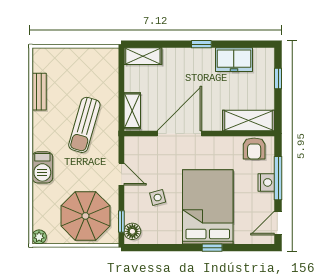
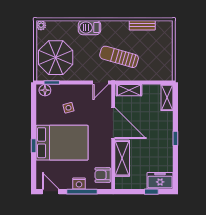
freezer: (234, 60) -> (160, 181), moved, turned 90
shelving: (249, 120) -> (122, 158), moved
door: (121, 174) -> (101, 83), moved

